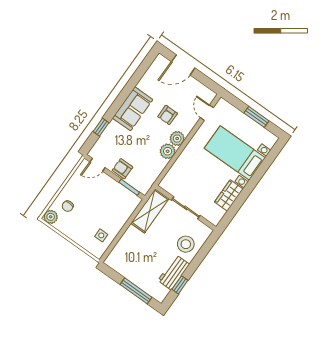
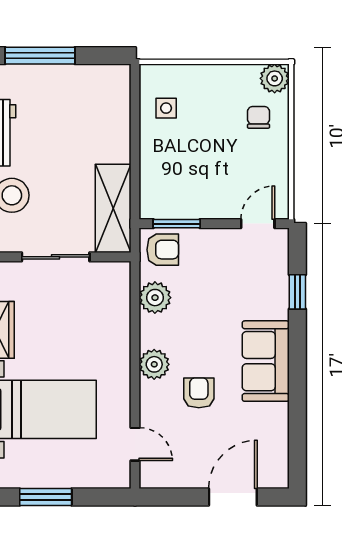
plant: (168, 151) -> (155, 298), moved
armchair: (122, 169) -> (163, 250), moved

